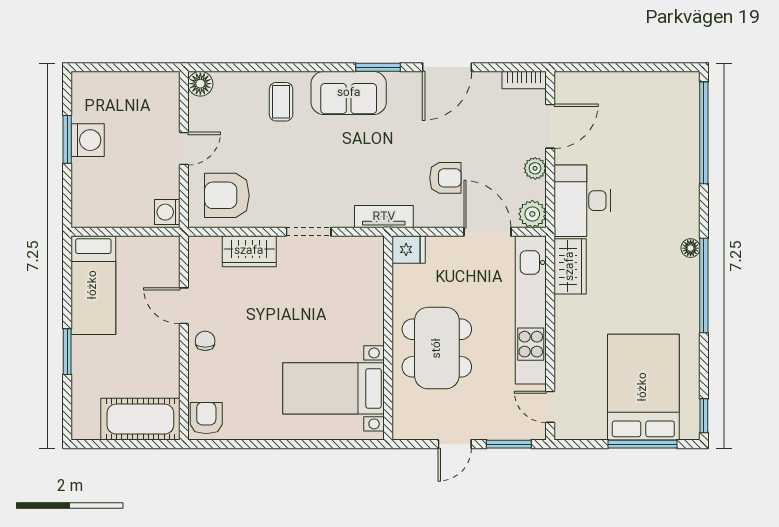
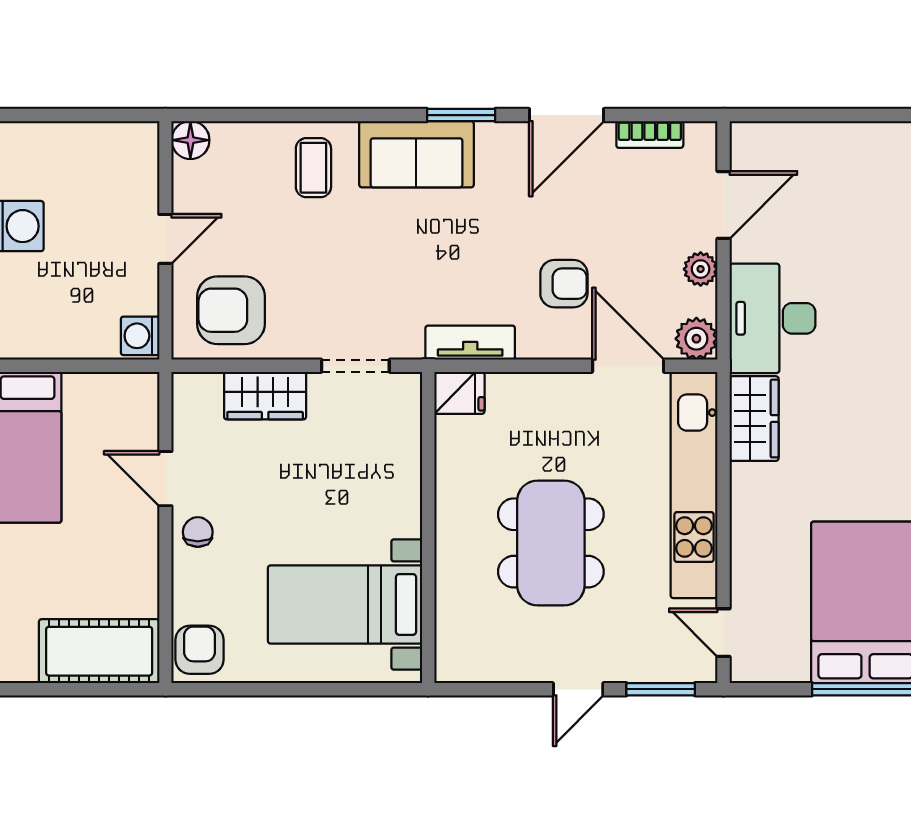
bookcase: (524, 80) -> (650, 134), moved
fridge: (409, 250) -> (459, 393), moved
wall: (388, 338) -> (428, 528), moved
bed with nightstands: (334, 388) -> (345, 604), moved

